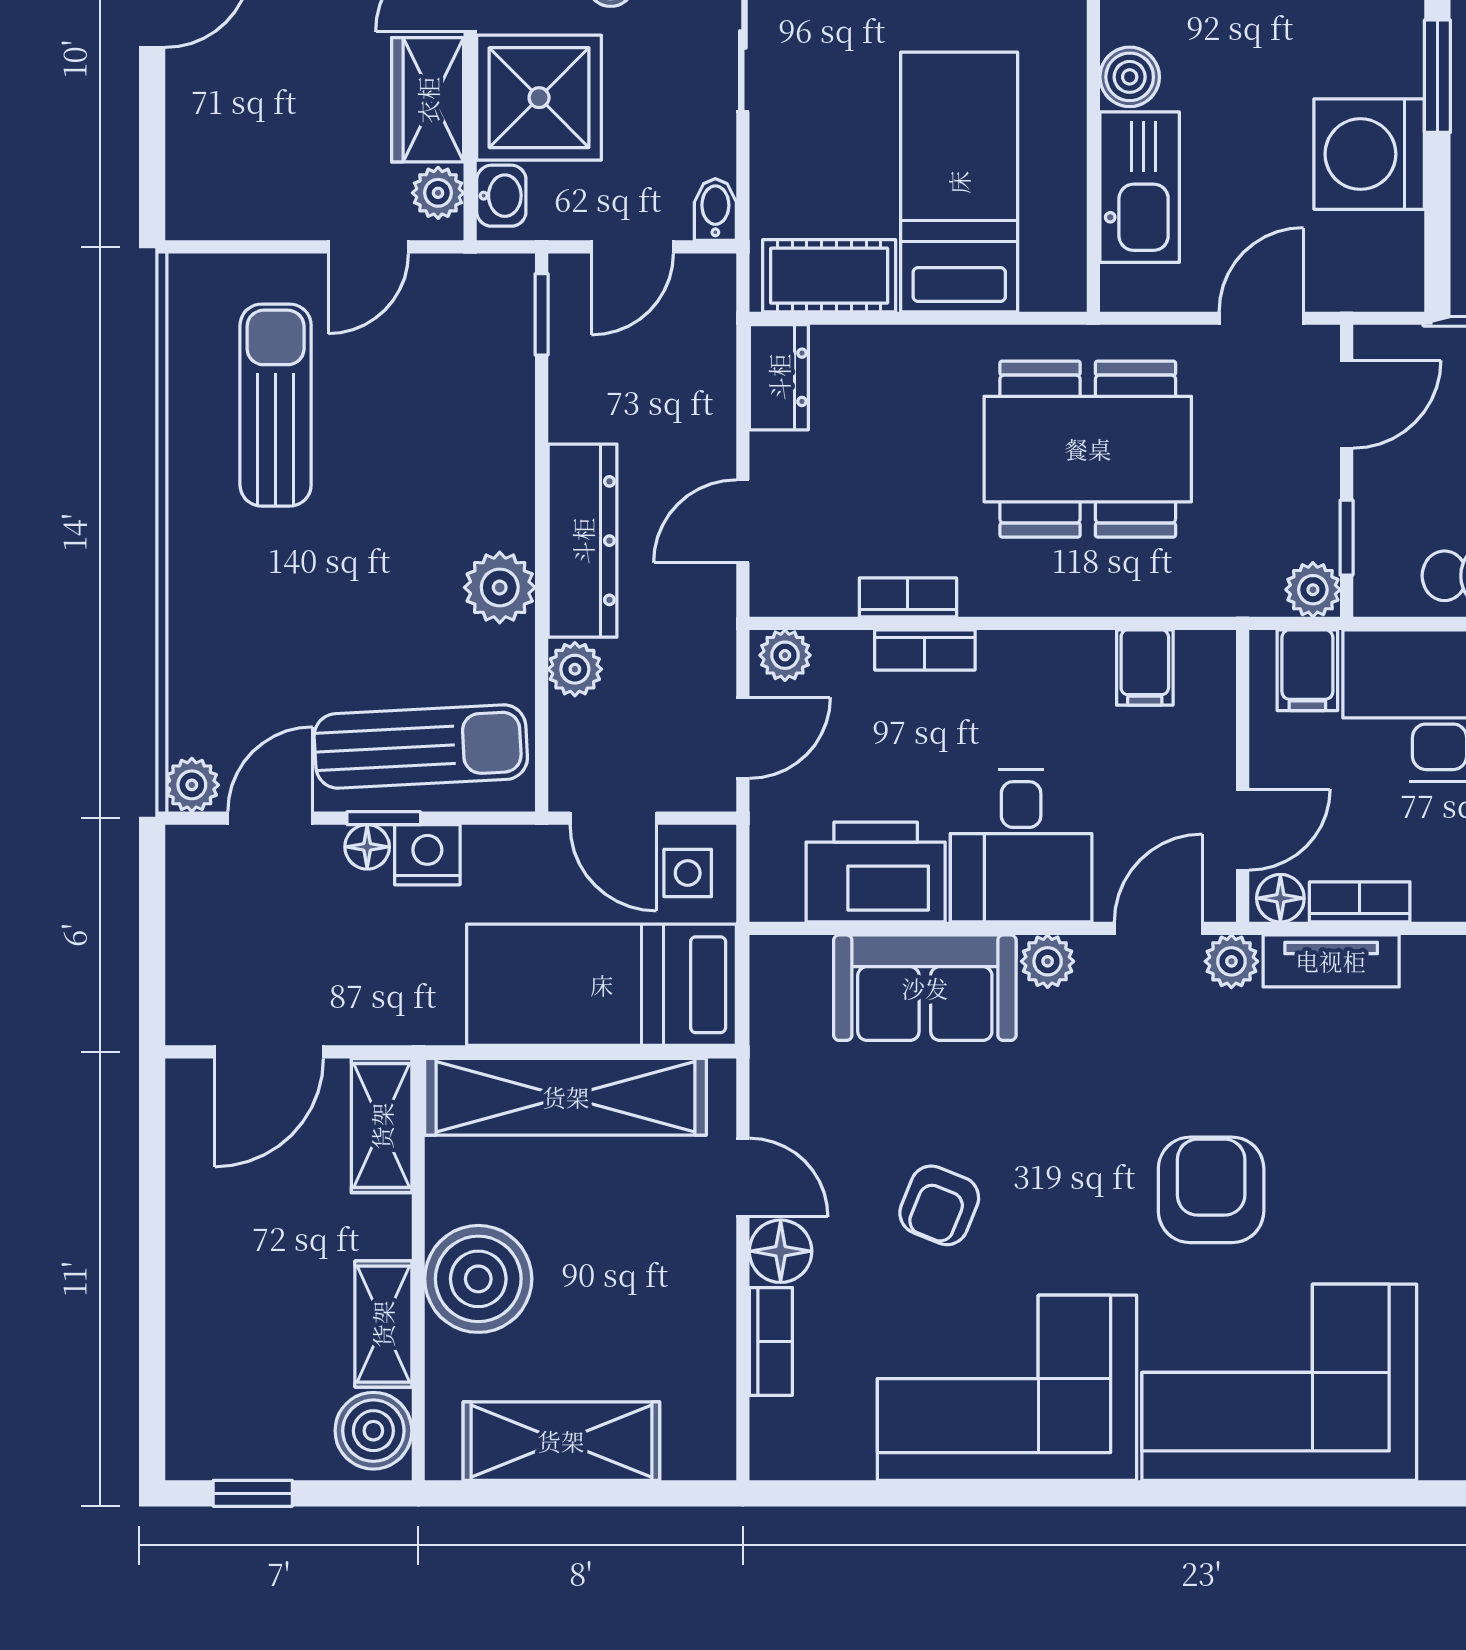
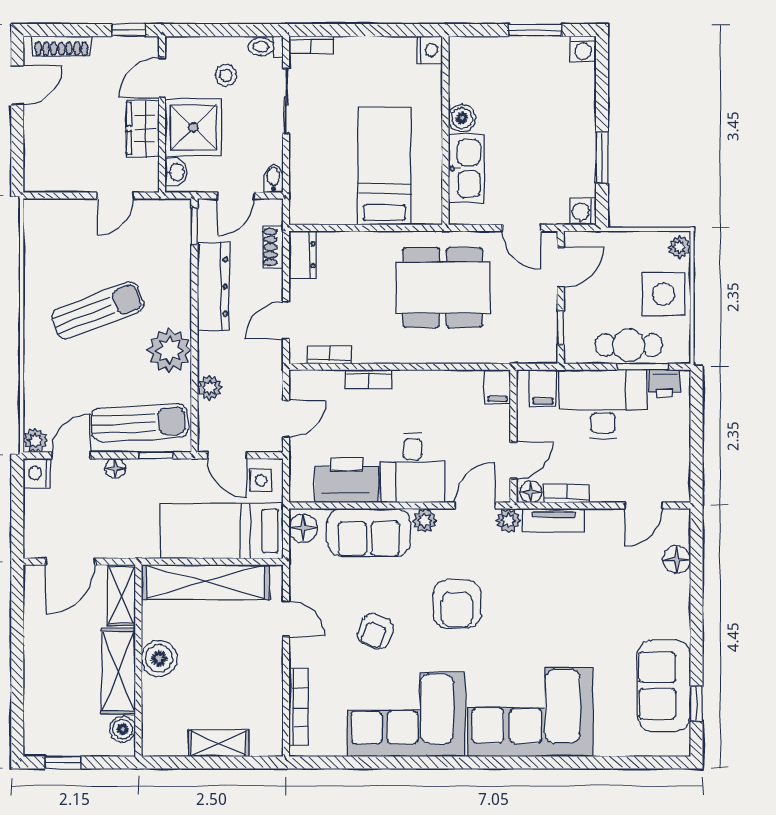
window: (1437, 76) -> (602, 158), moved
washing machine: (1369, 154) -> (583, 212), moved, width x0.53, depth x0.53
plant: (438, 193) -> (147, 171), removed
cot: (829, 276) -> (325, 209), removed
door: (1261, 318) -> (522, 228), swing flipped
shoe rack: (714, 360) -> (273, 247), added
sun lounger: (276, 405) -> (98, 310), moved, turned 69
dresser: (583, 541) -> (213, 287), moved
plant: (500, 587) -> (170, 350), width x1.36, depth x1.36
plant: (1313, 590) -> (545, 351), removed
bookcase: (908, 597) -> (329, 355), moved
plant: (785, 655) -> (305, 381), removed
filing cabinet: (1145, 668) -> (498, 387), moved
window: (384, 818) -> (156, 455), moved
nightstand: (427, 855) -> (37, 473), moved, turned -90
armchair: (1211, 1190) -> (457, 604), moved, turned 180
floor lamp: (781, 1251) -> (303, 528), moved
boiler: (478, 1279) -> (159, 658), width x0.73, depth x0.73
shelving: (383, 1324) -> (118, 671), width x1.50, depth x1.33
bookcase: (771, 1341) -> (299, 707), width x1.56
boiler: (373, 1431) -> (123, 729), width x0.73, depth x0.73
shelving: (561, 1441) -> (218, 743), width x0.67, depth x0.75

